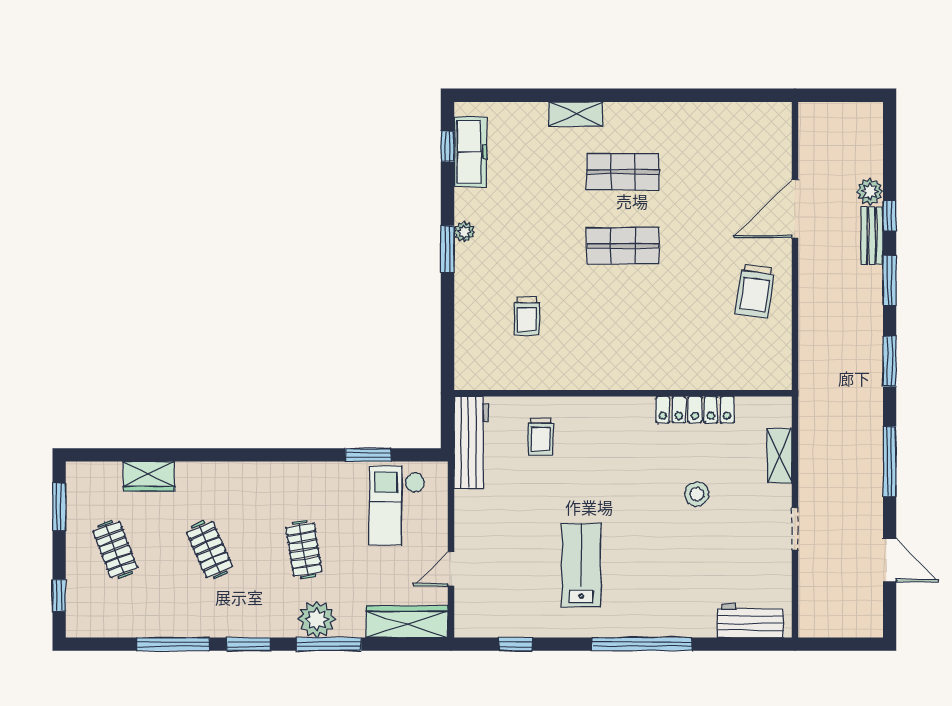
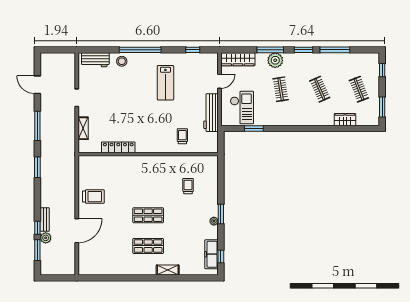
window: (890, 280) -> (37, 250), moved
trolley: (755, 291) -> (93, 197), turned 82
workbench: (471, 442) -> (211, 113), moved
stool: (697, 494) -> (122, 61), moved

